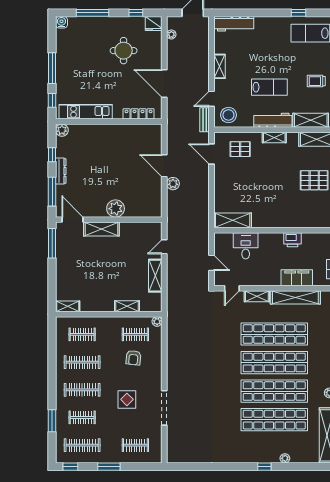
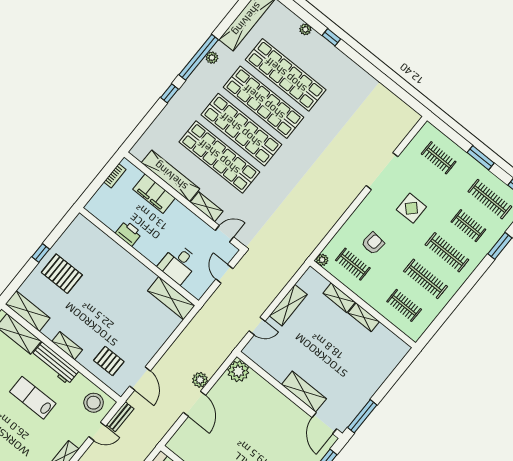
plant: (116, 209) -> (238, 371), moved
shelving: (68, 306) -> (364, 317), moved

